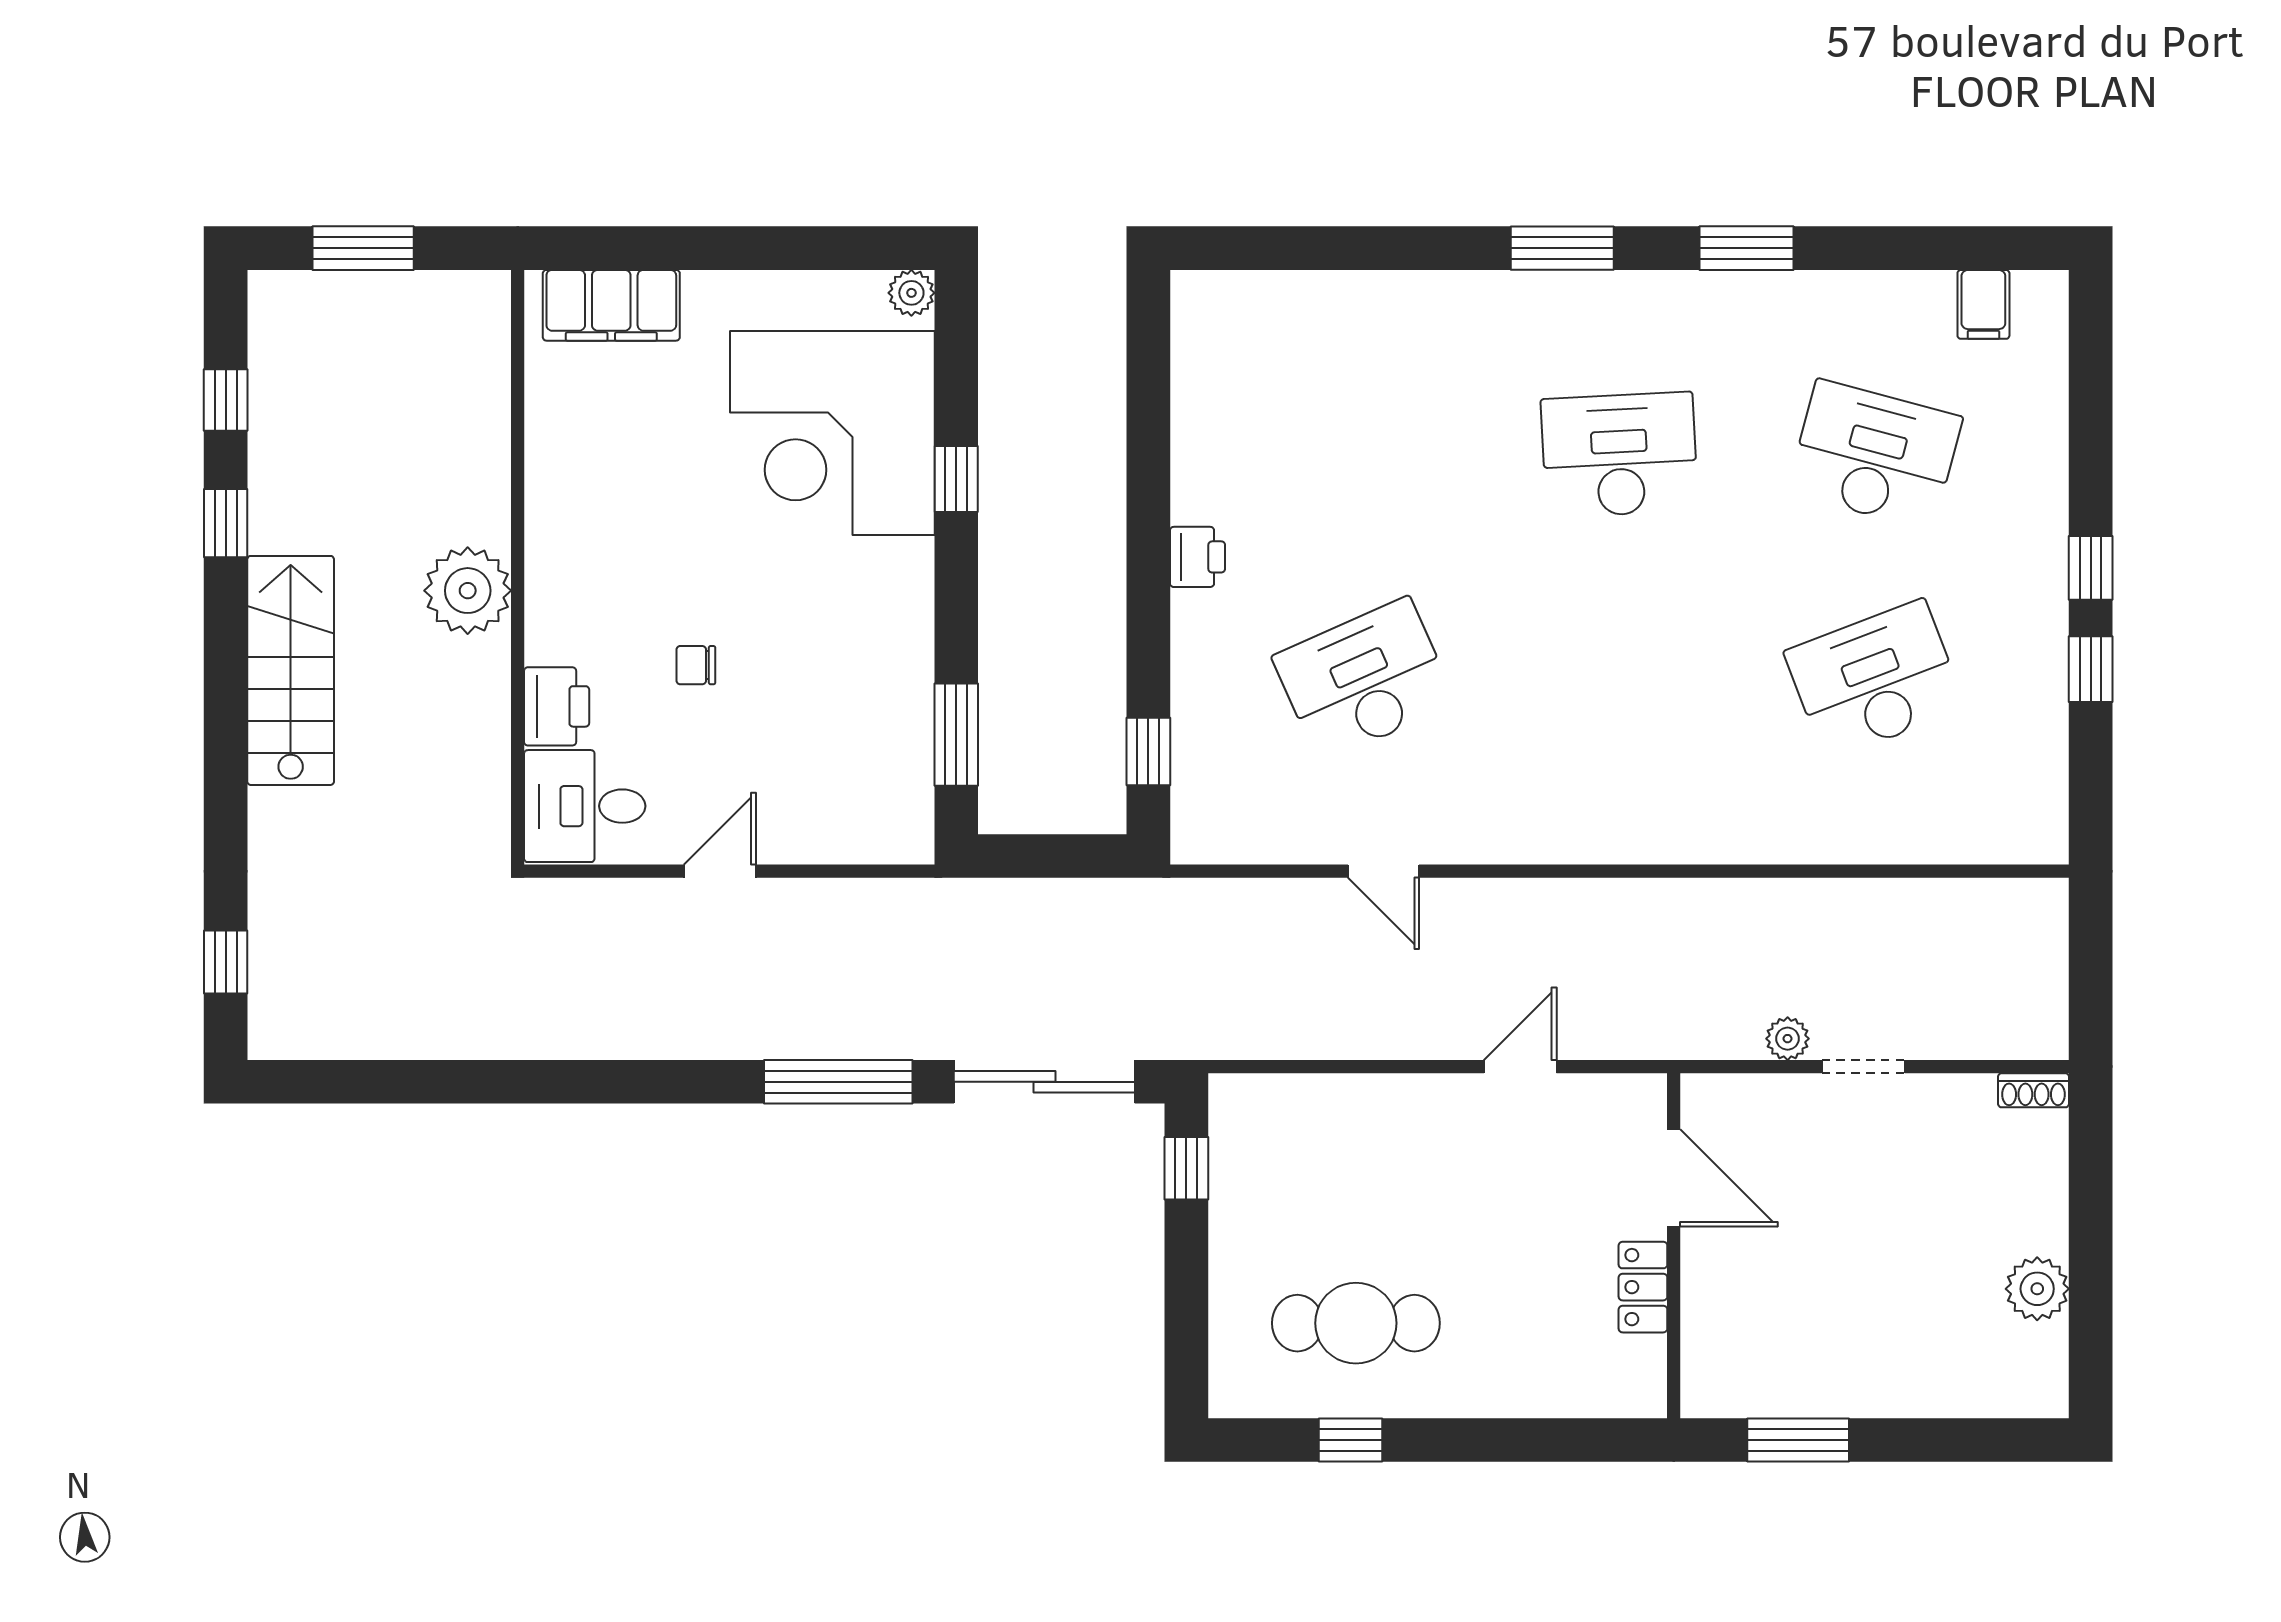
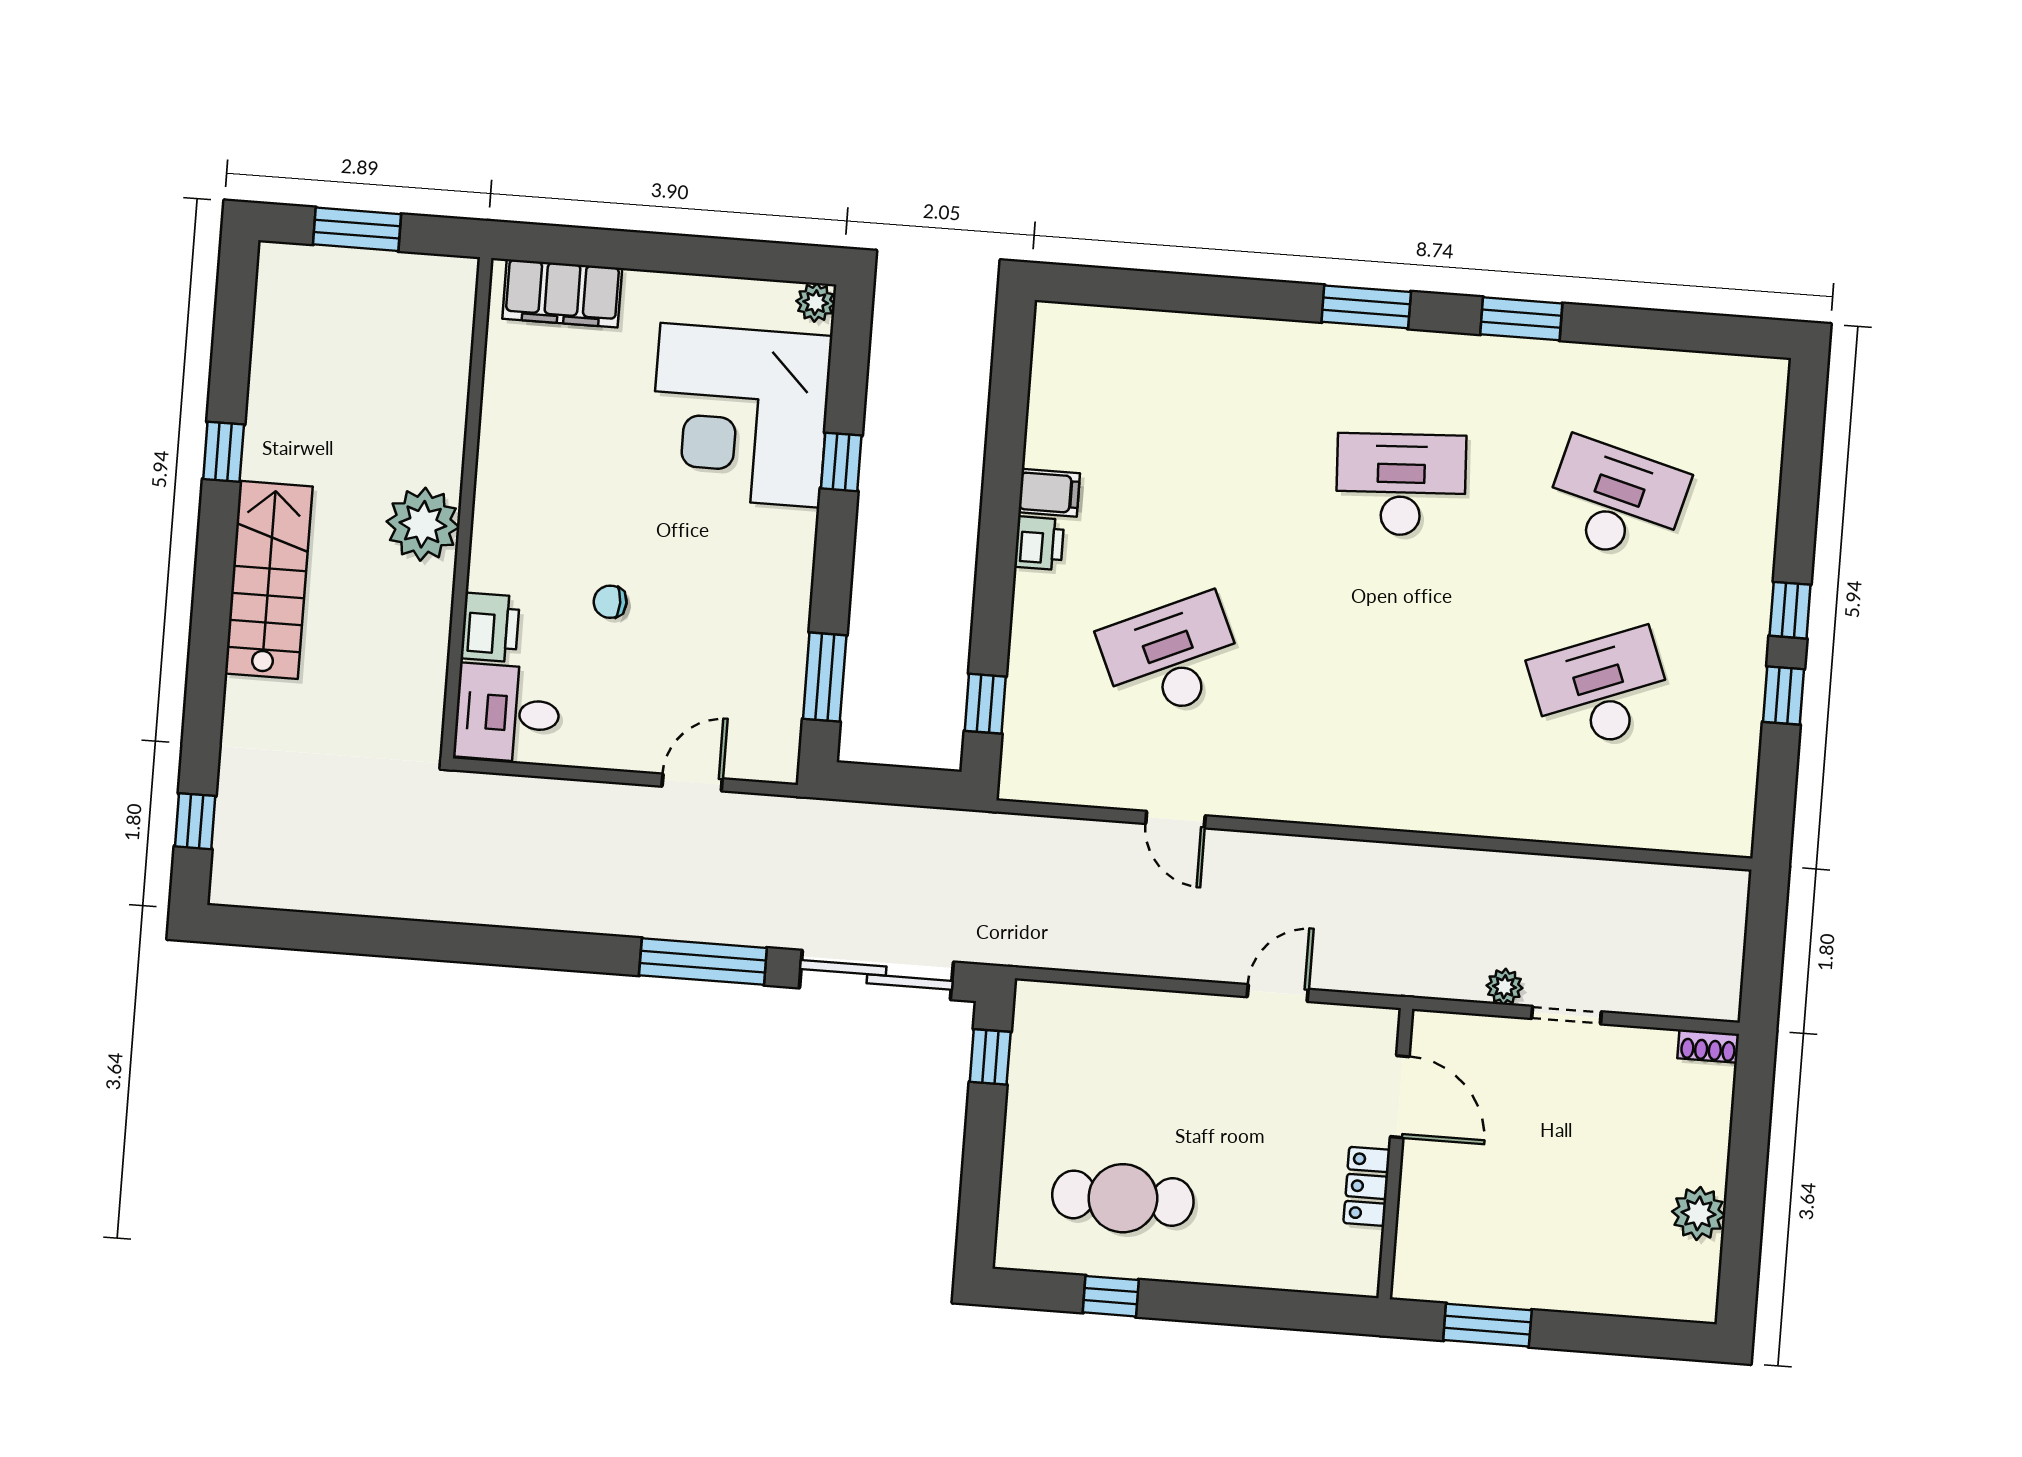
filing cabinet: (1983, 304) -> (1049, 493), moved, turned -90
window: (226, 400) -> (232, 348), removed
door: (720, 871) -> (692, 782), moved

